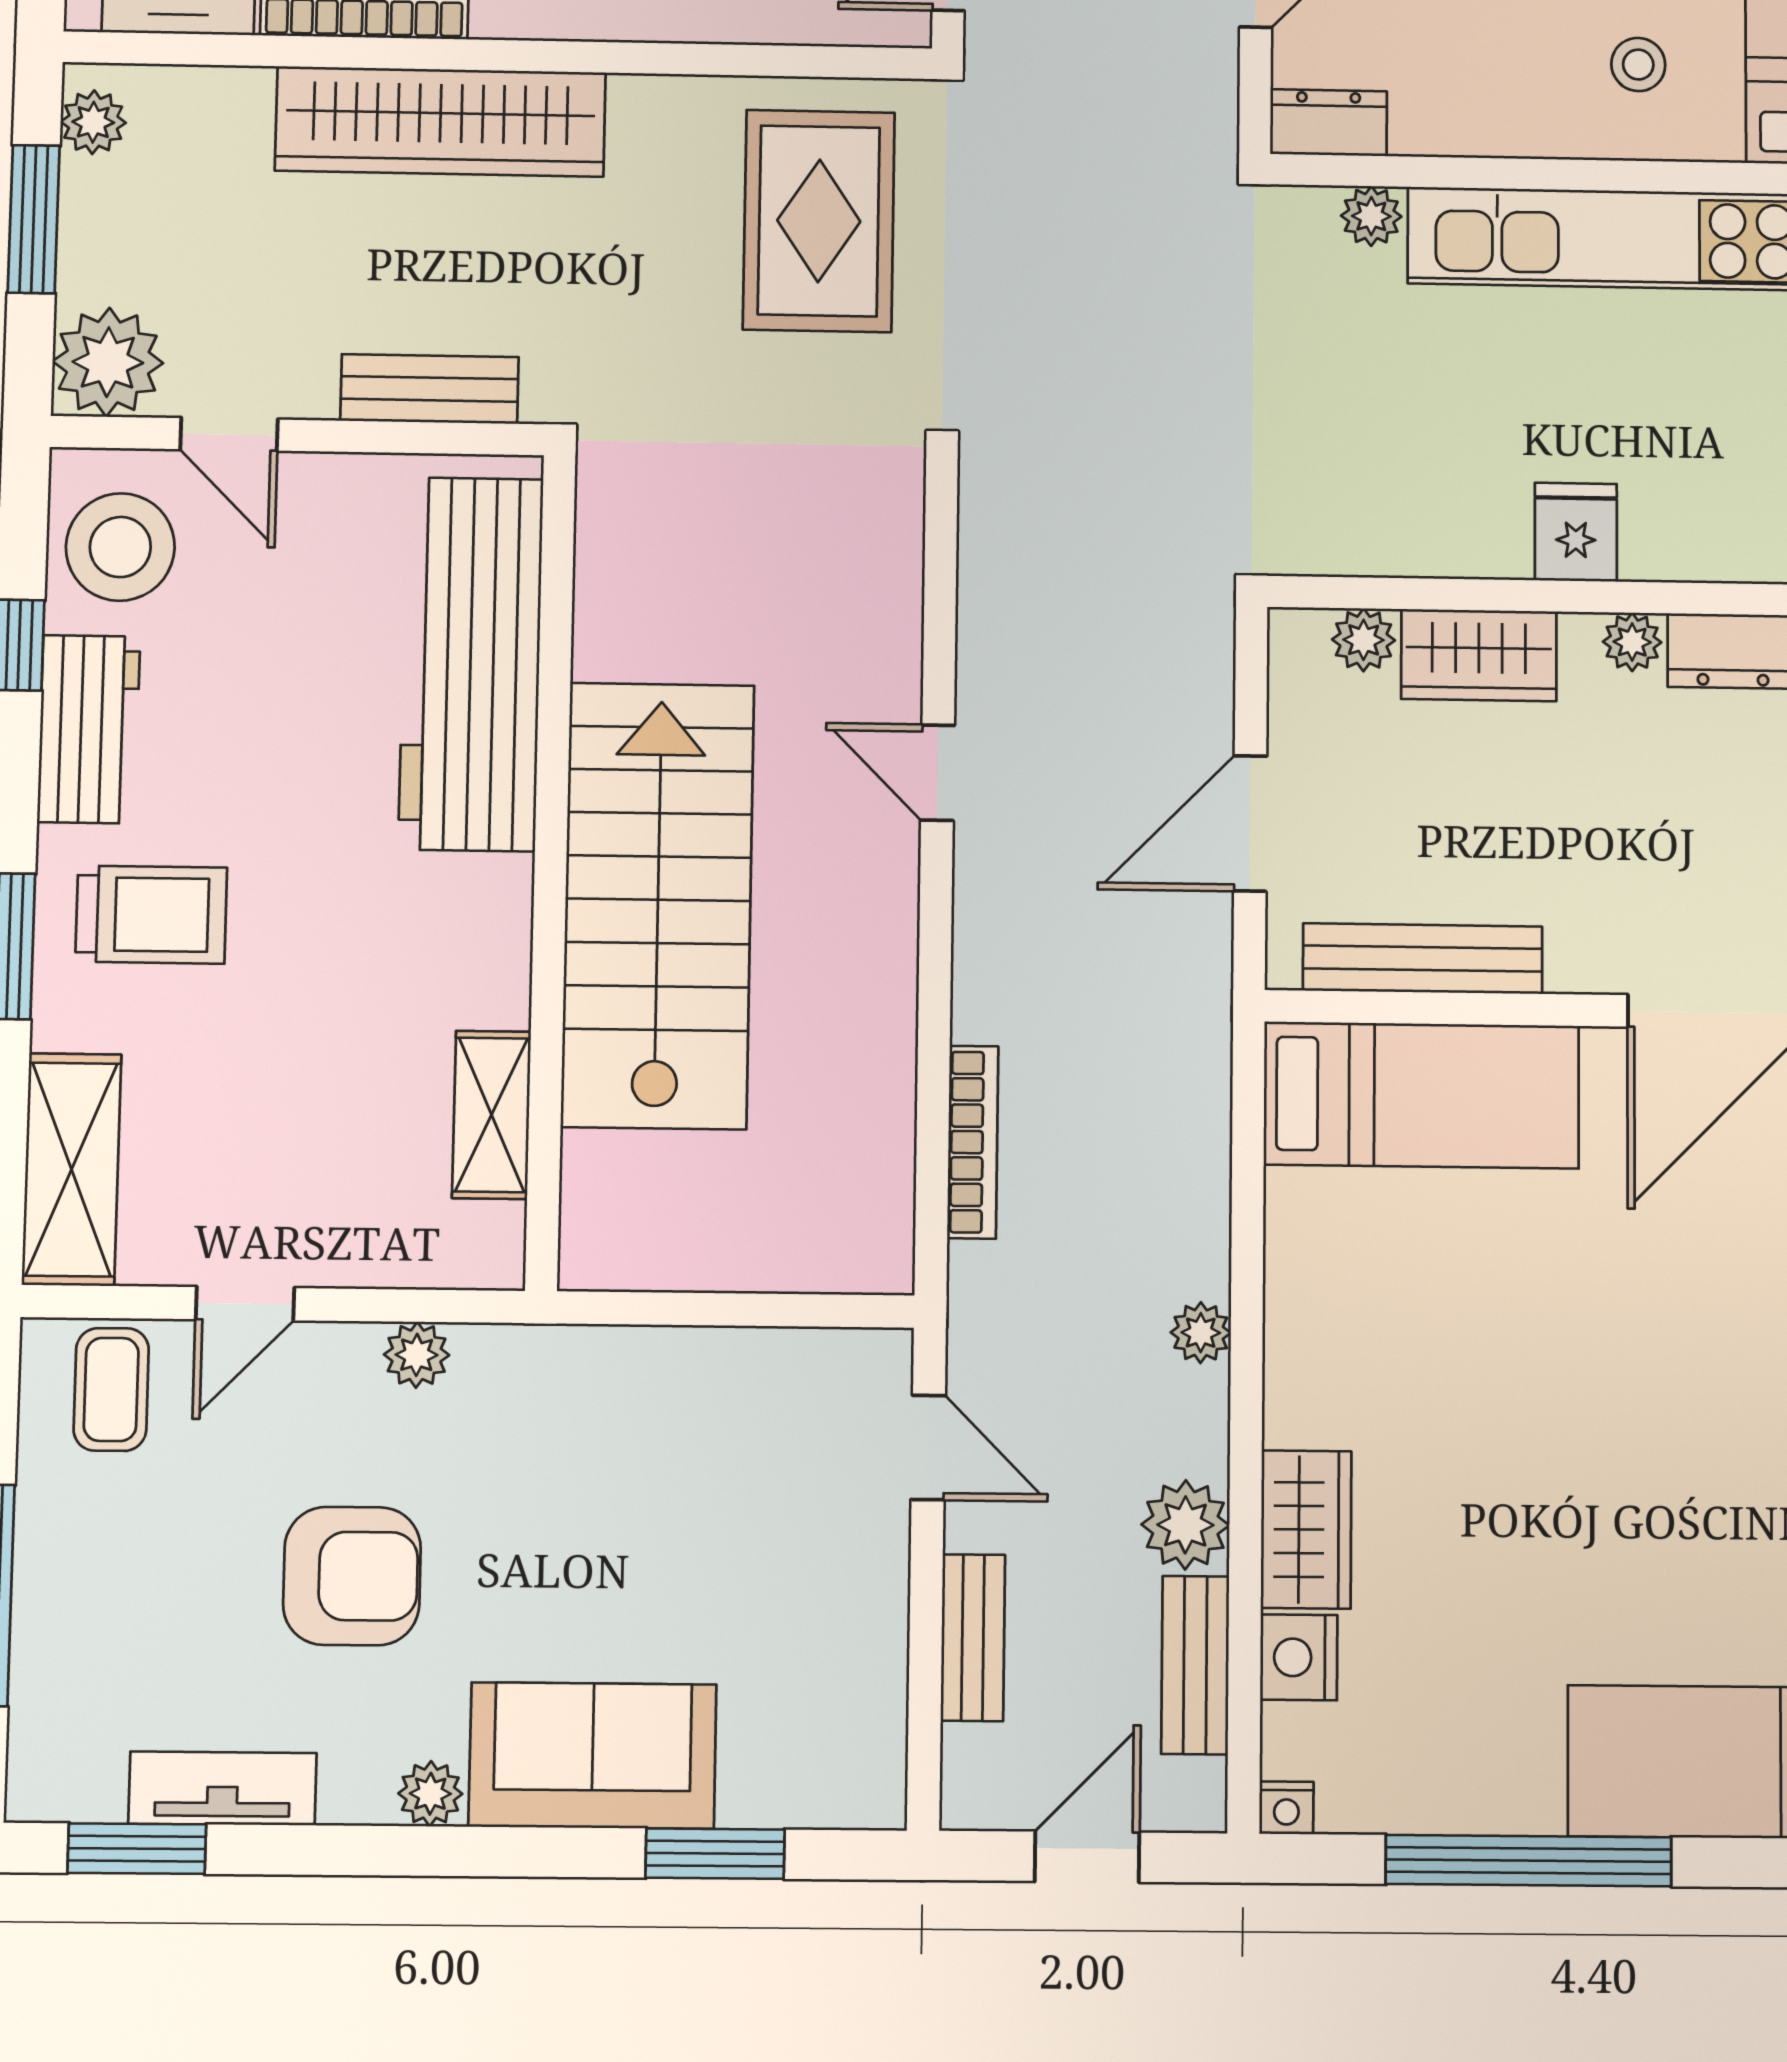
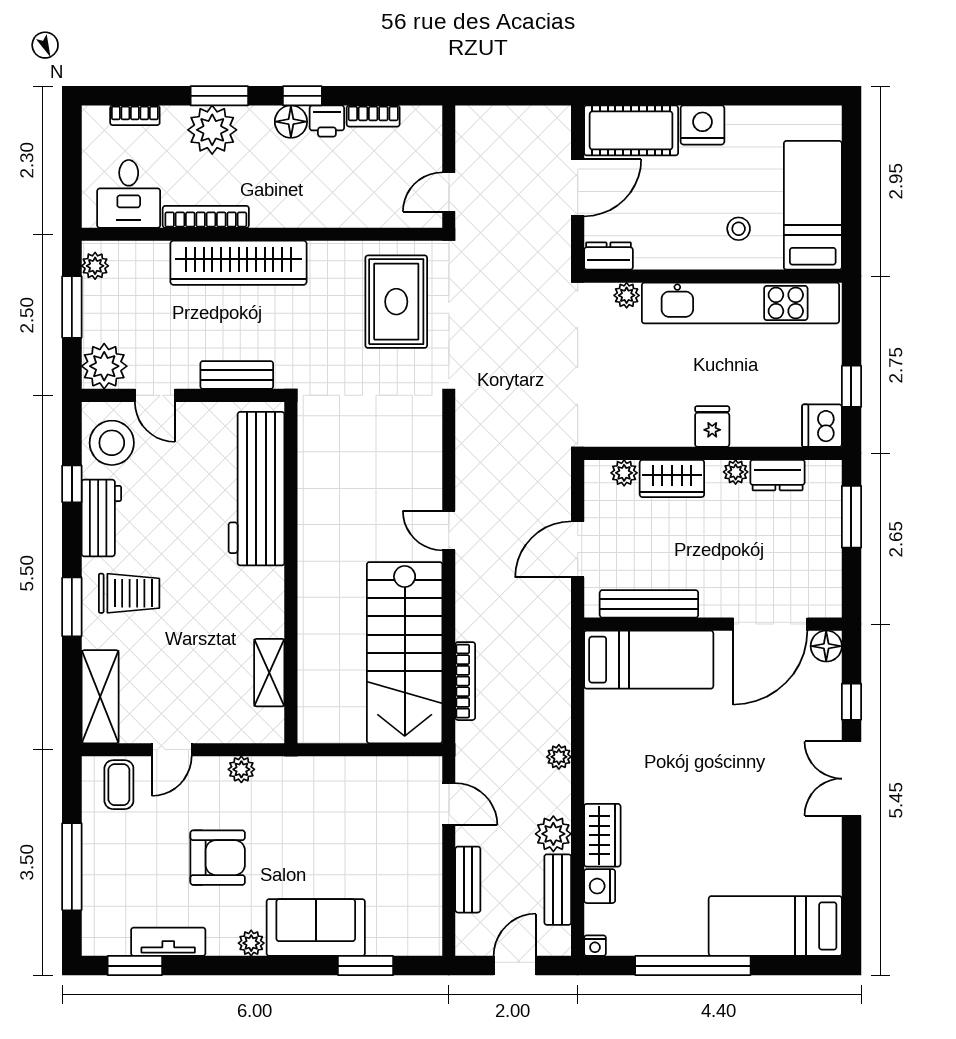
stairs: (658, 905) -> (405, 653), moved, turned 180

